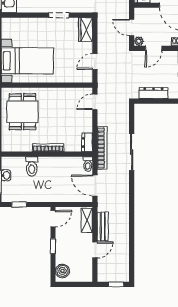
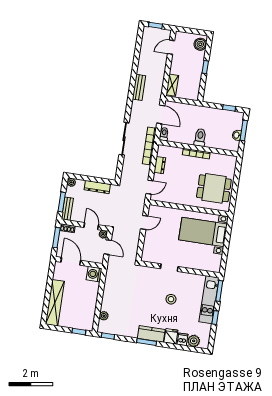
wardrobe: (85, 29) -> (148, 252), removed
door: (154, 48) -> (91, 226), hinge flipped
dining table: (22, 112) -> (214, 188), turned 90
dresser: (87, 142) -> (160, 165), moved
toilet: (32, 166) -> (200, 137), moved
door: (53, 219) -> (202, 91), removed
bench: (103, 227) -> (139, 87), moved
door: (95, 250) -> (171, 47), moved

